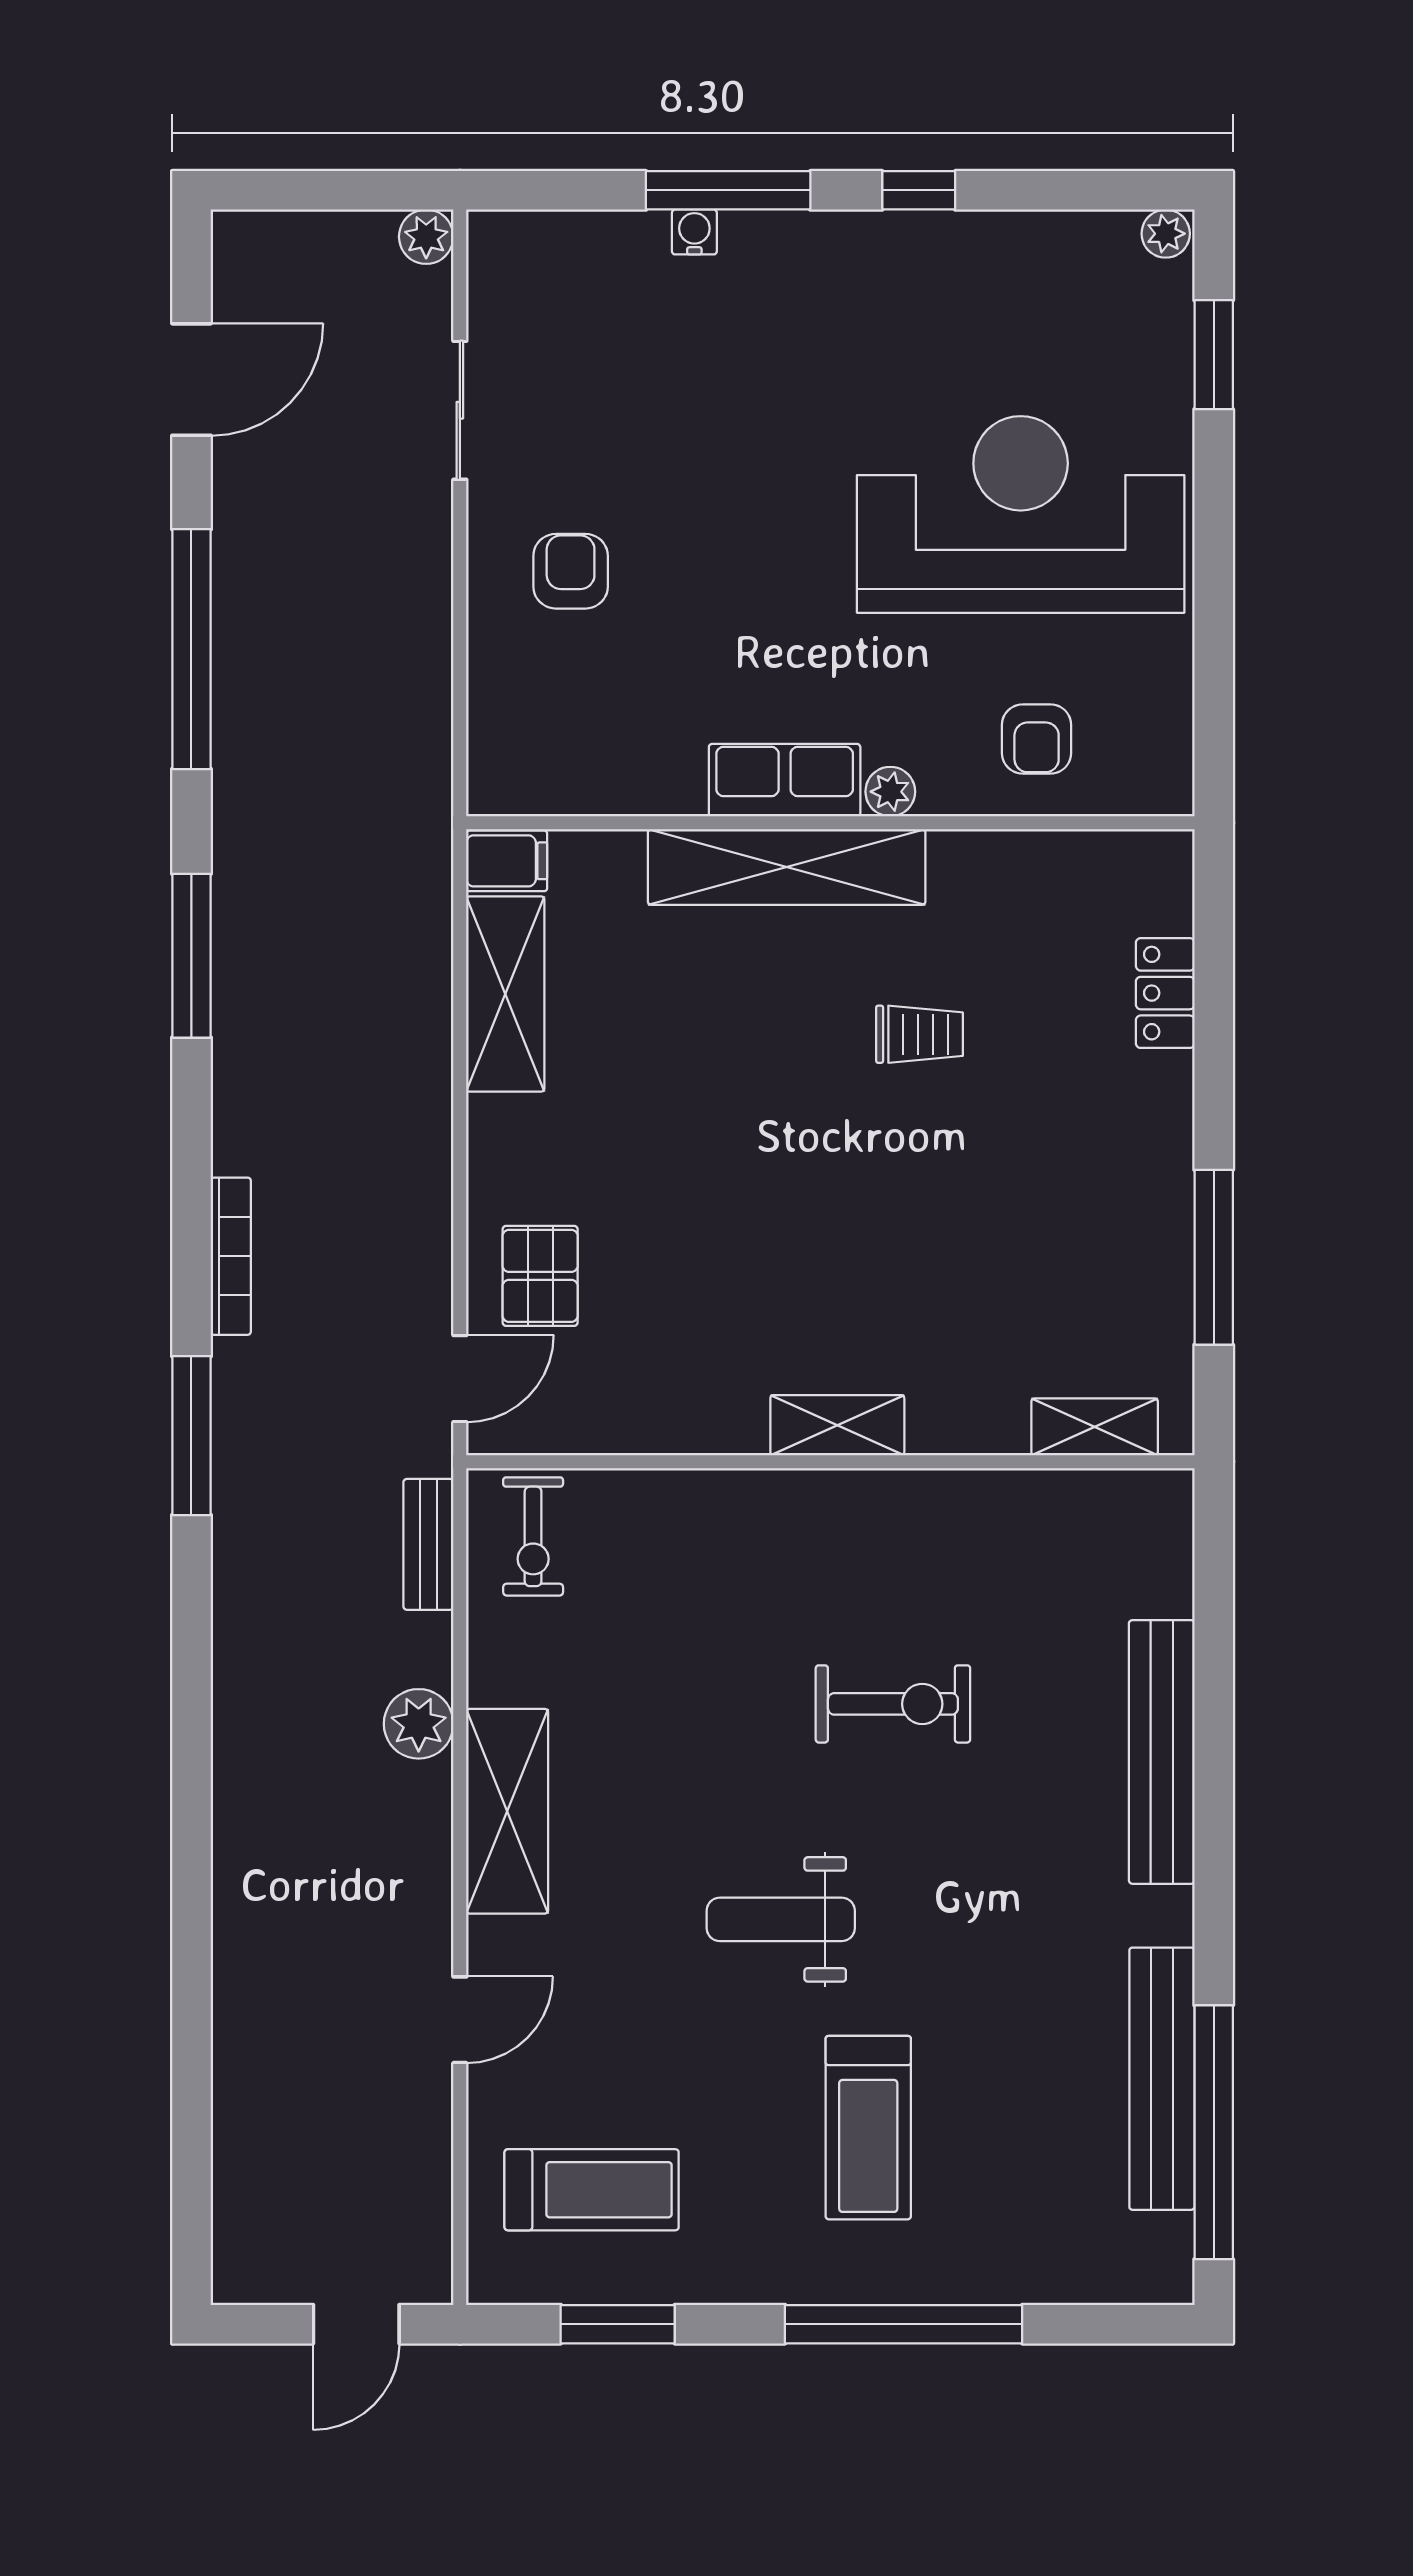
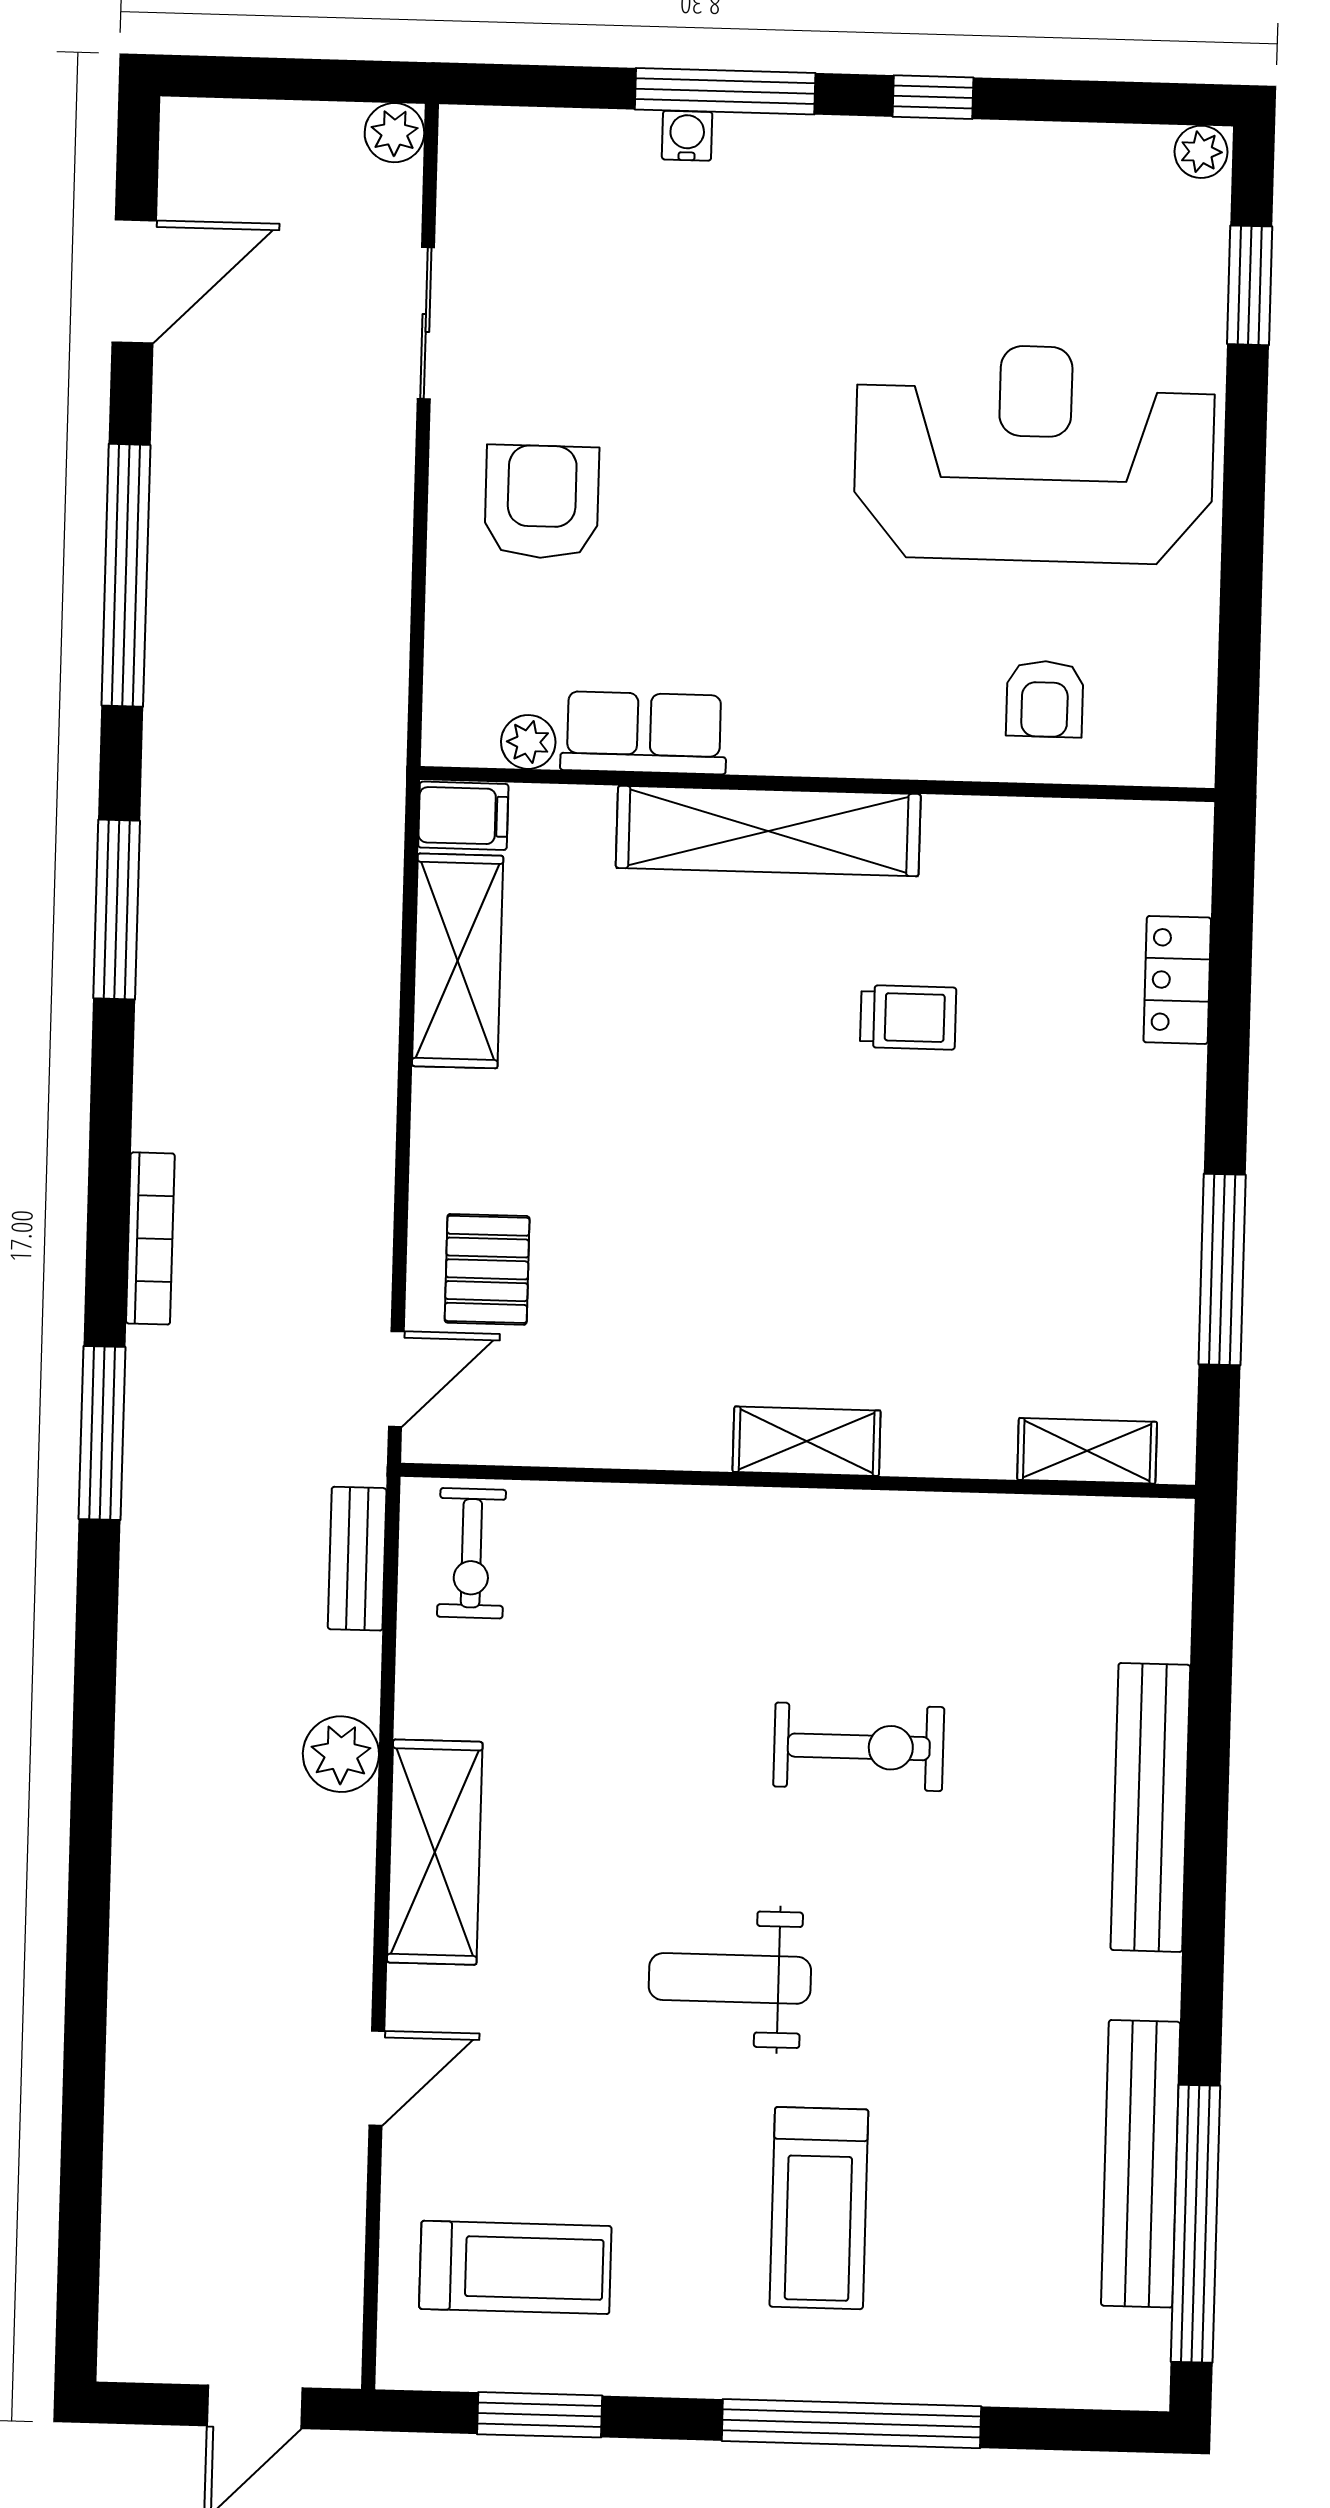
armchair: (571, 571) -> (542, 502), width x1.38, depth x1.38
row of seats: (785, 780) -> (644, 733), moved
plant: (890, 792) -> (528, 742), moved

